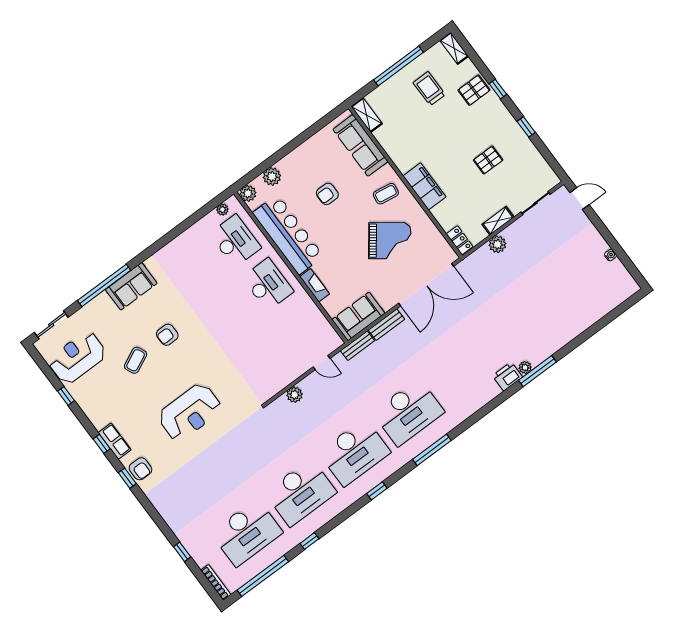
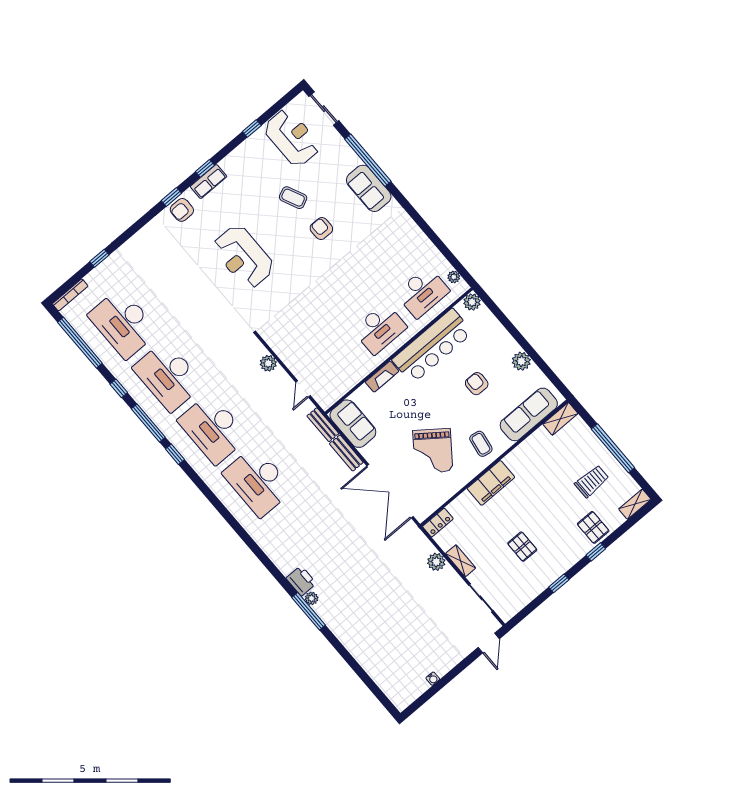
plant: (272, 177) -> (521, 361), moved
window: (432, 450) -> (148, 423), moved

